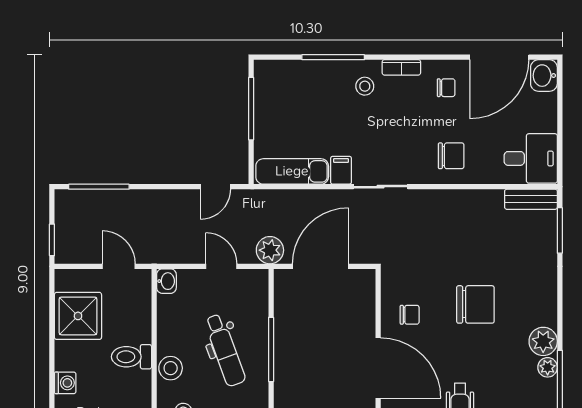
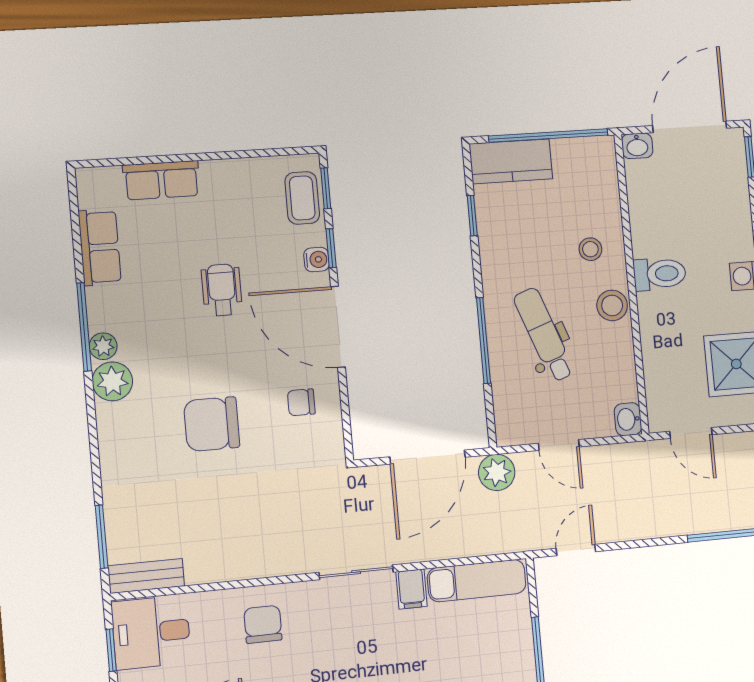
window: (560, 149) -> (111, 650), added
chair: (451, 156) -> (263, 624), turned 90
toilet: (131, 357) -> (660, 274), moved

